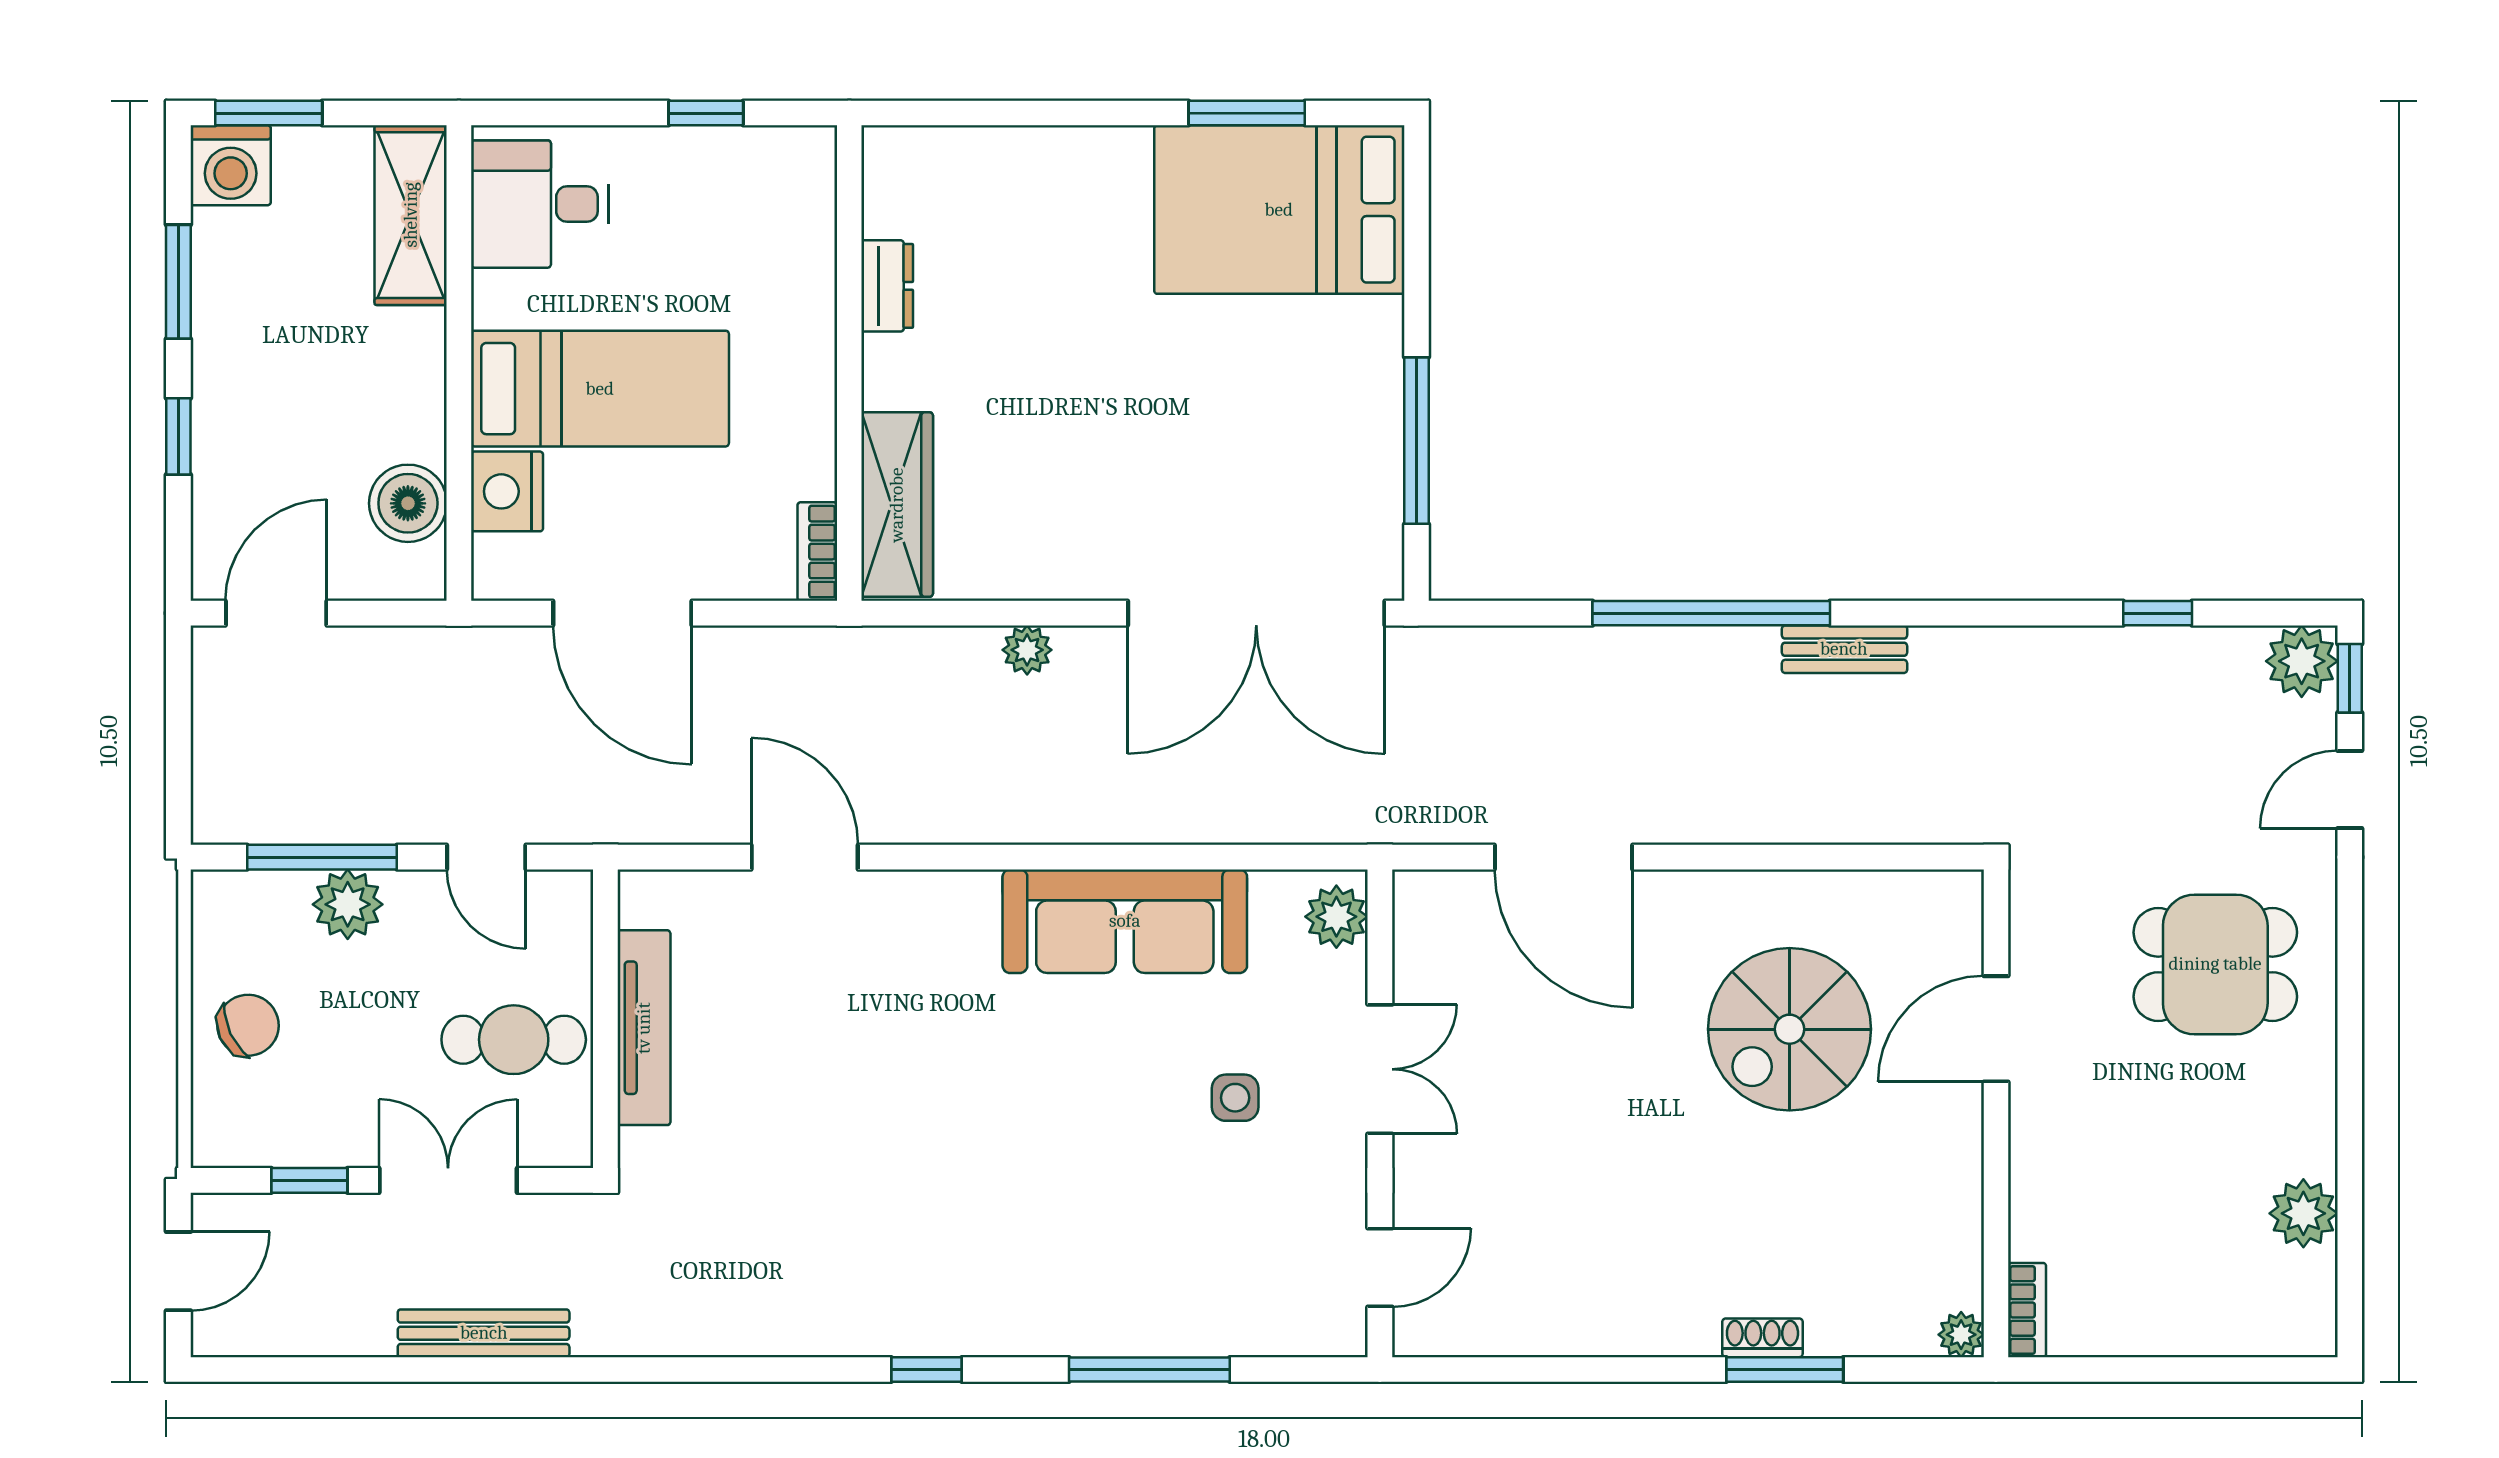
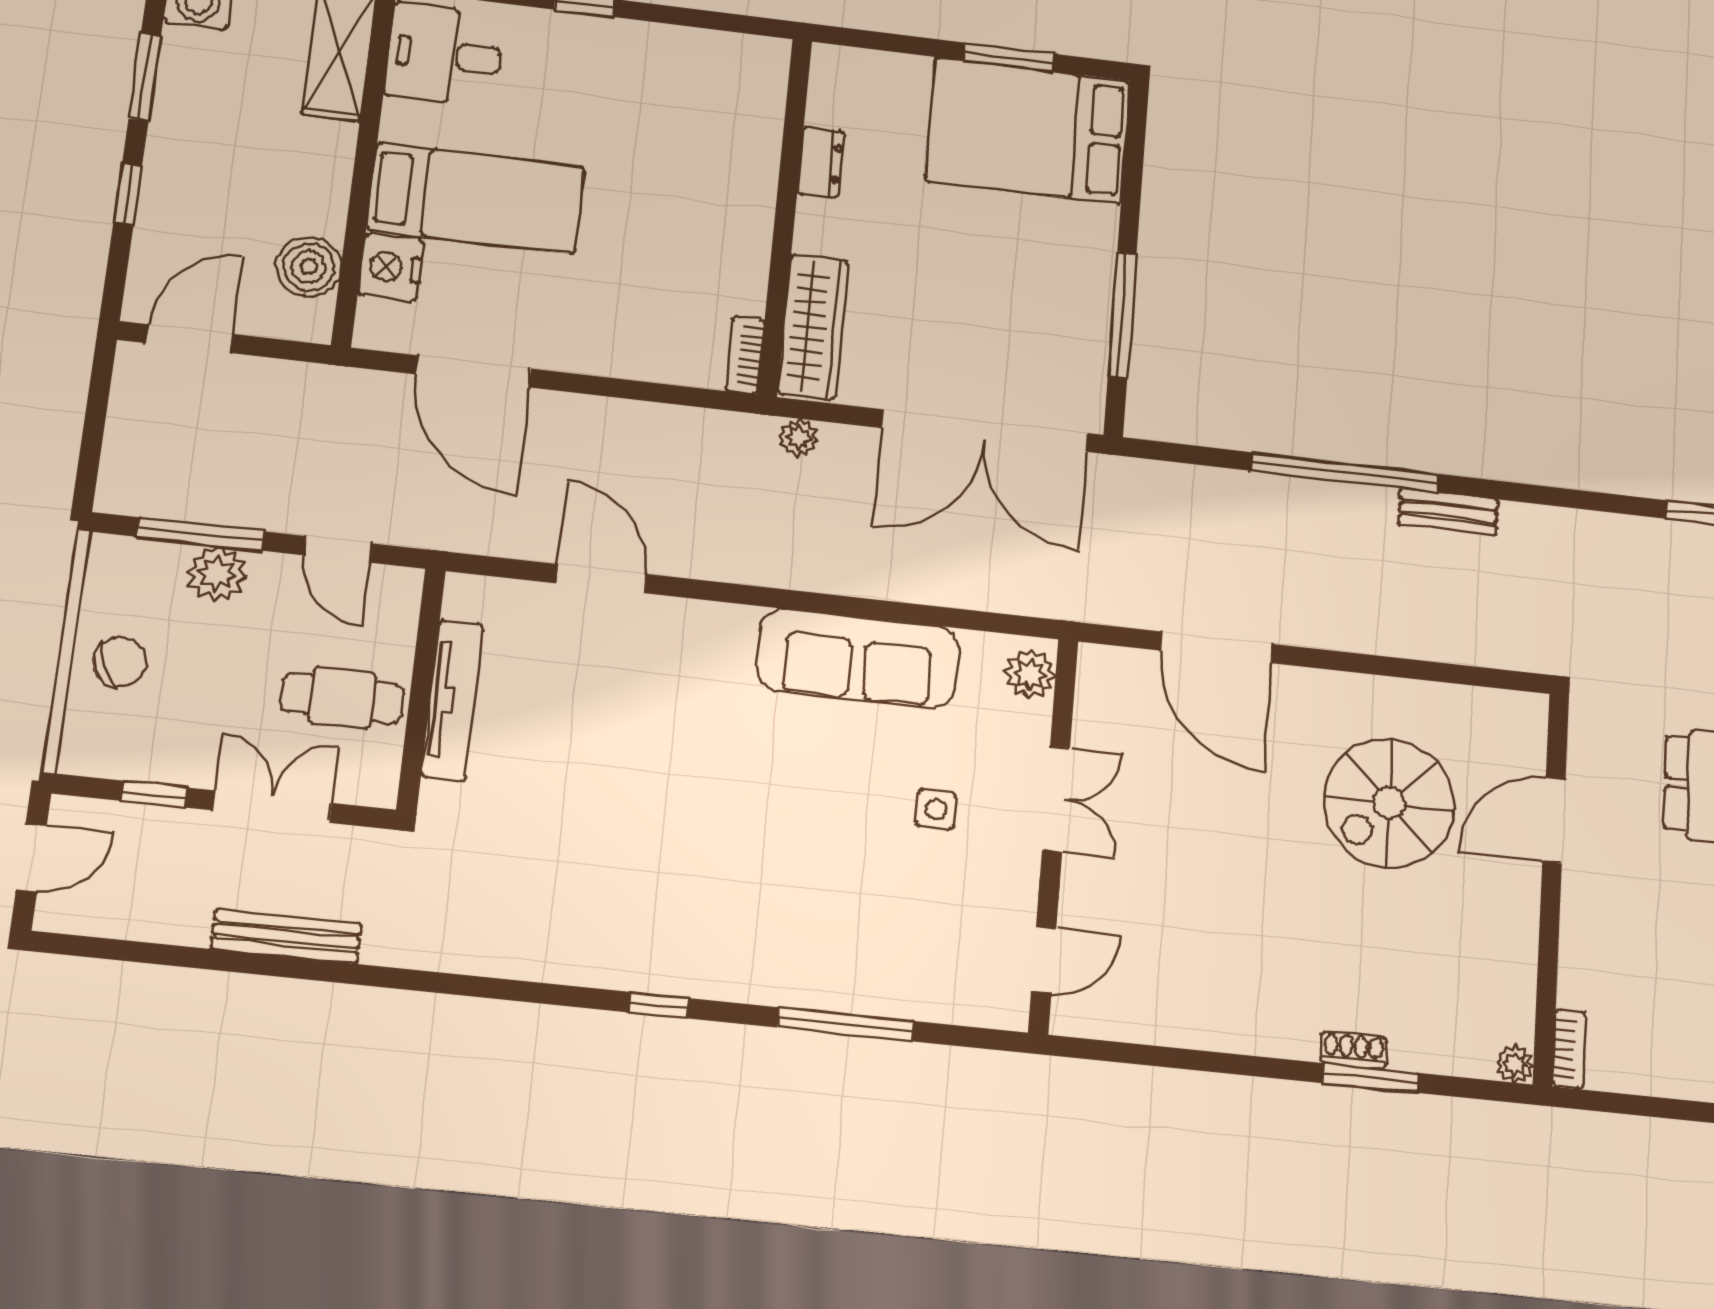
dresser: (887, 286) -> (821, 162), moved
wall: (849, 363) -> (785, 216), moved
wardrobe: (897, 505) -> (813, 327), moved
bookcase: (817, 552) -> (745, 355), moved

